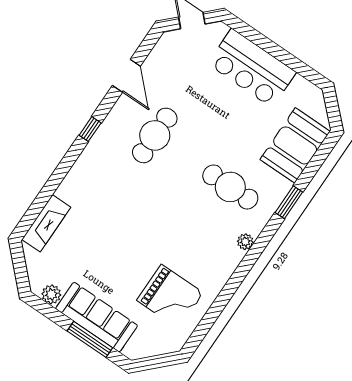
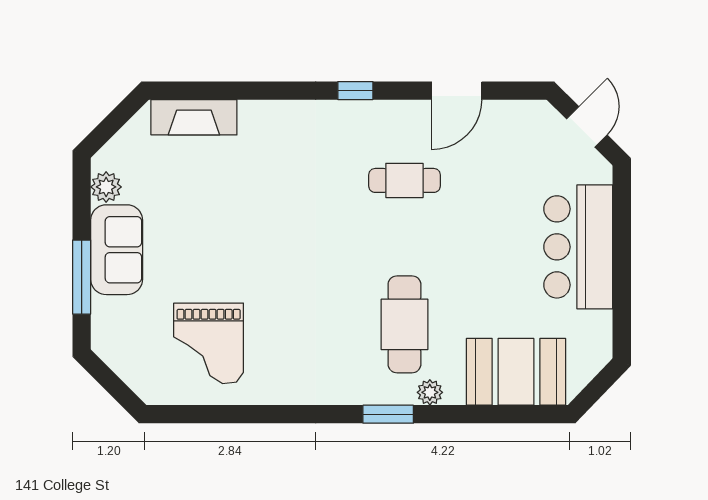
cafe table: (155, 135) -> (404, 180), width x0.73, depth x0.74
window: (289, 202) -> (388, 414), moved
plant: (245, 242) -> (430, 392), moved
sofa: (97, 317) -> (117, 250), width x0.73

